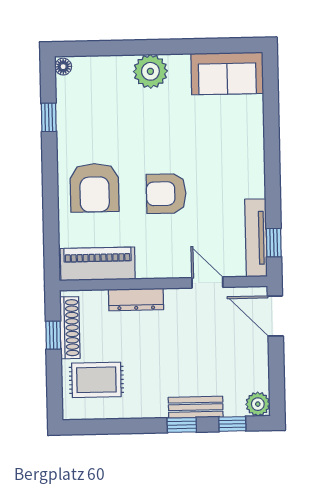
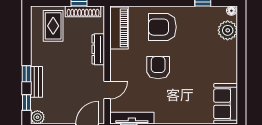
plant: (150, 71) -> (228, 30), moved

